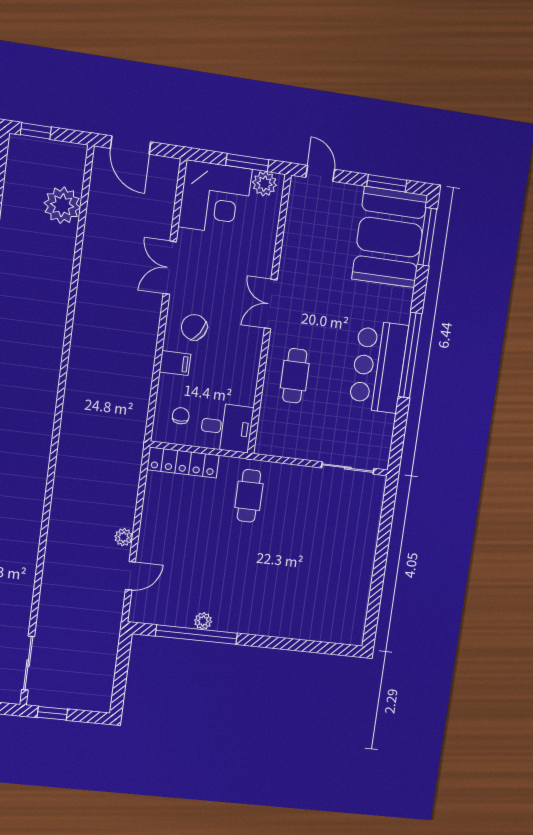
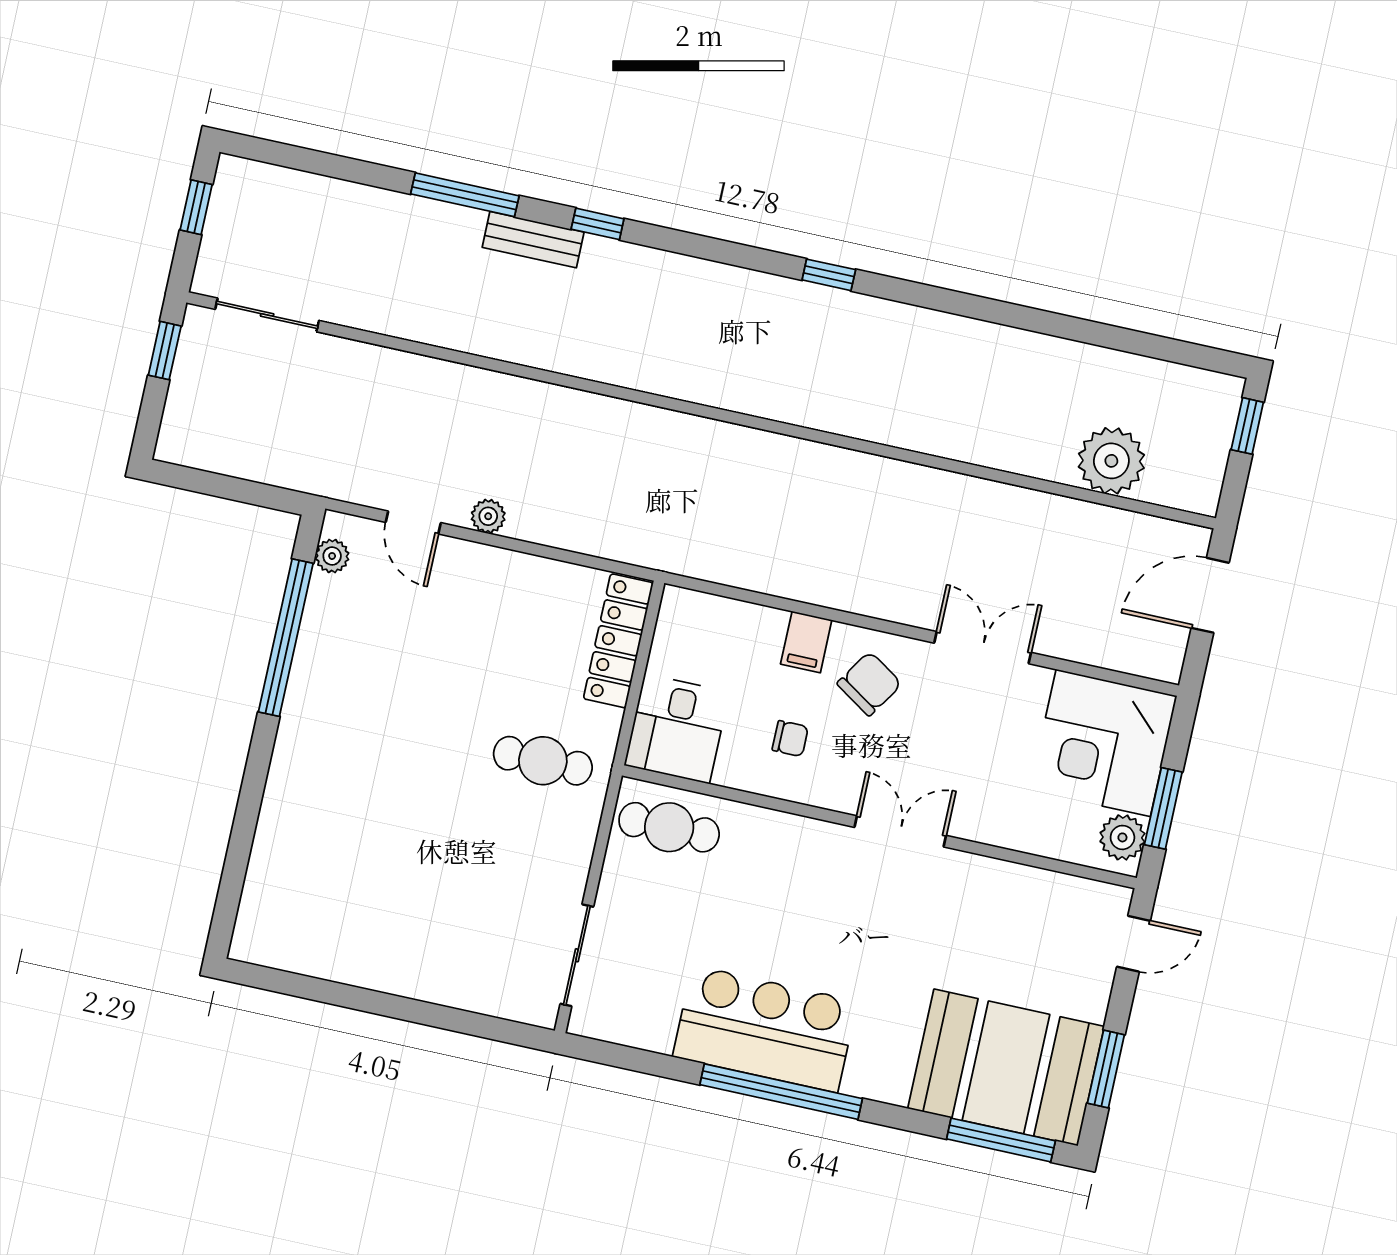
cafe table: (295, 376) -> (669, 827), moved
chair: (181, 416) -> (790, 739), moved
plant: (203, 621) -> (332, 556), moved

